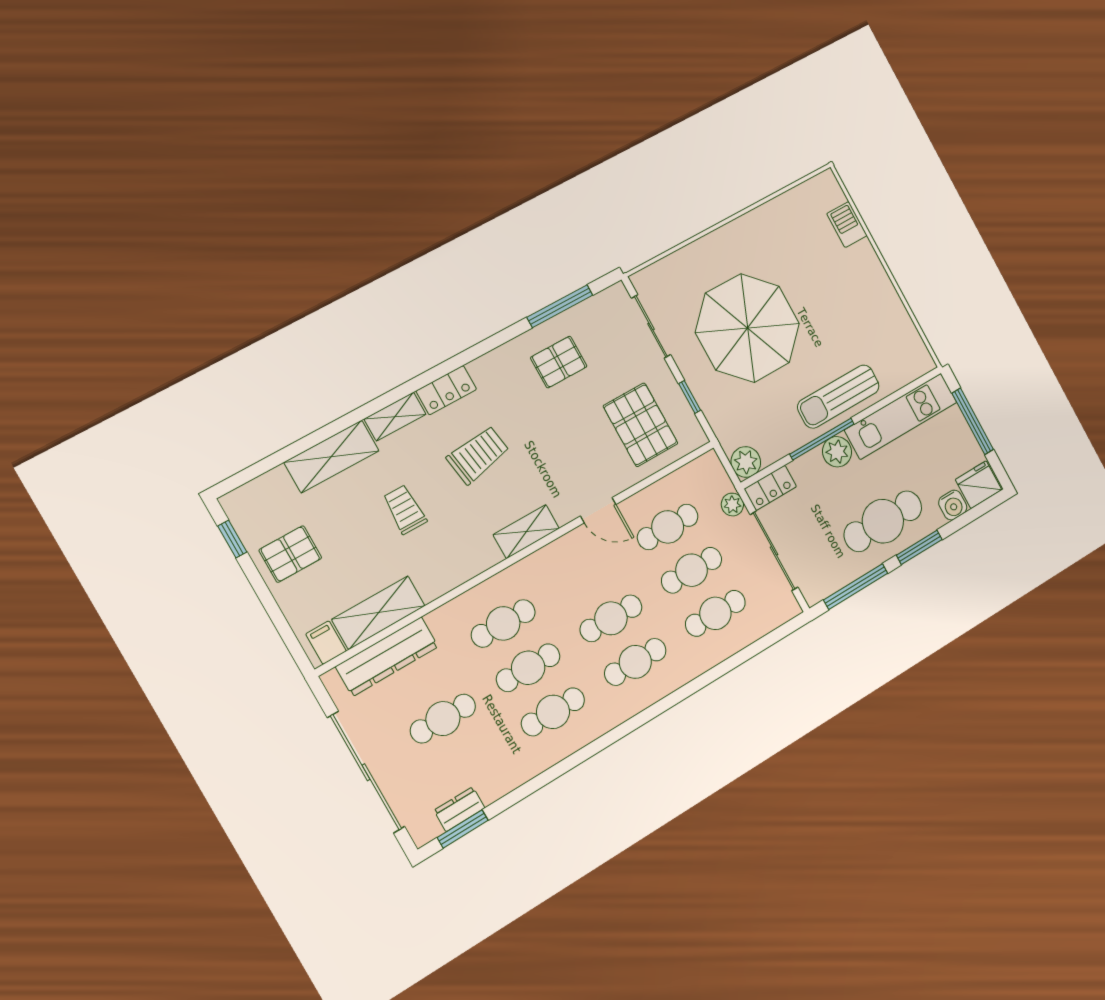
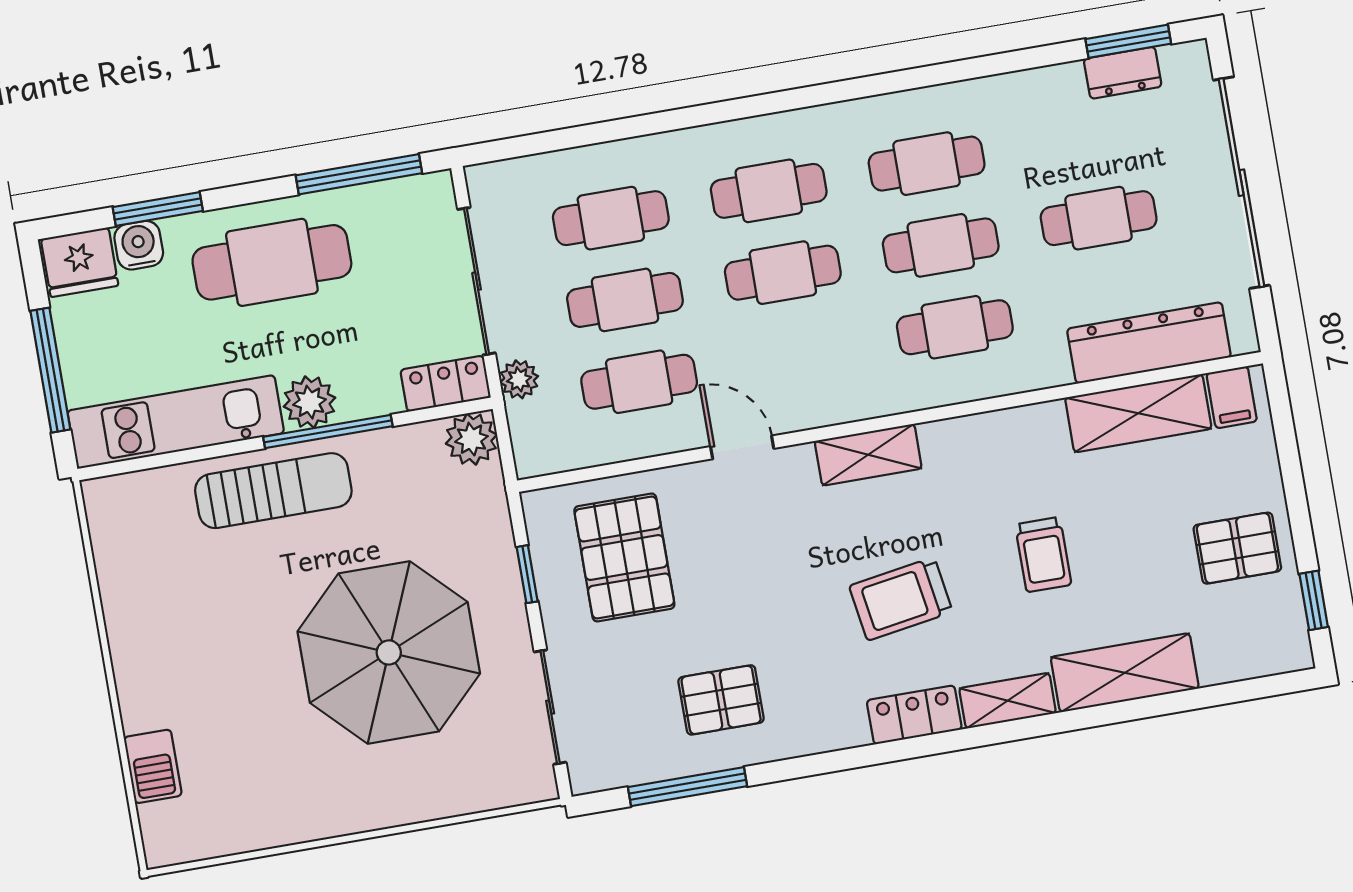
window: (919, 547) -> (158, 209), moved

